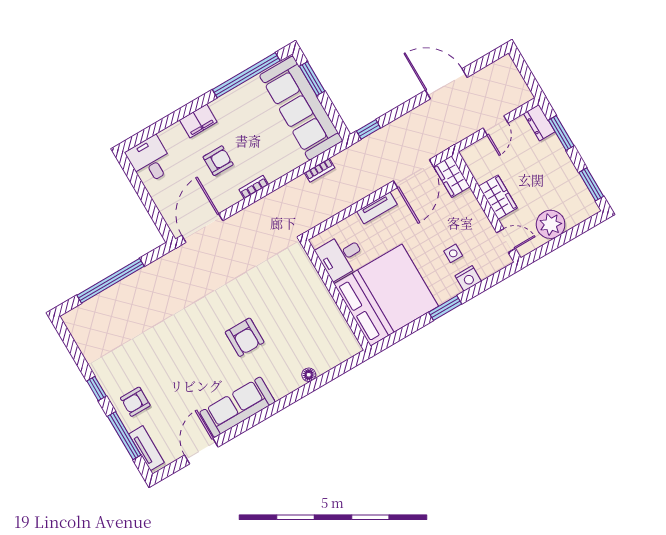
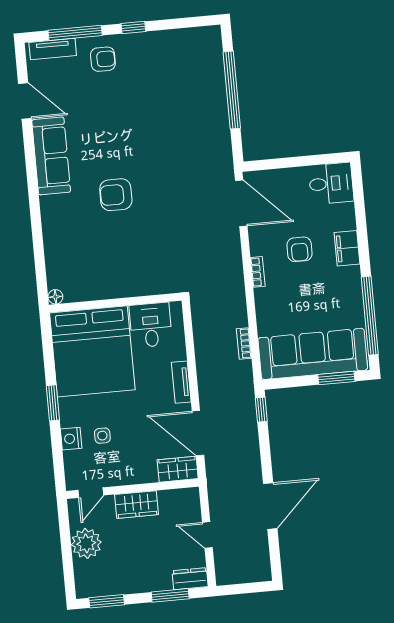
floor lamp: (309, 375) -> (55, 297), moved
armchair: (135, 402) -> (103, 59), turned 90

